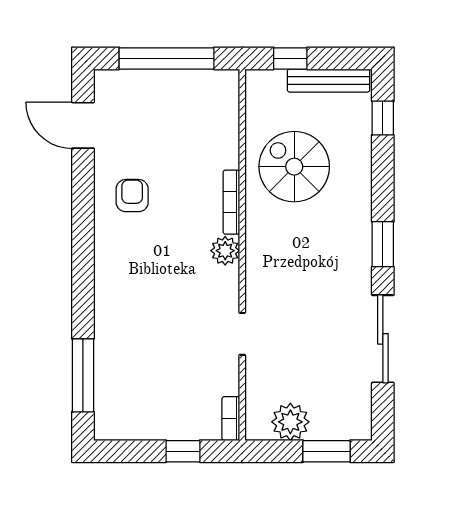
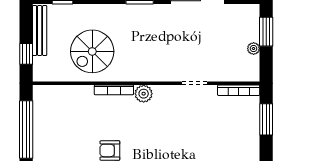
bookcase: (231, 419) -> (239, 90), width x1.56
plant: (290, 422) -> (254, 49), width x0.53, depth x0.53
window: (183, 451) -> (266, 119), width x1.50

